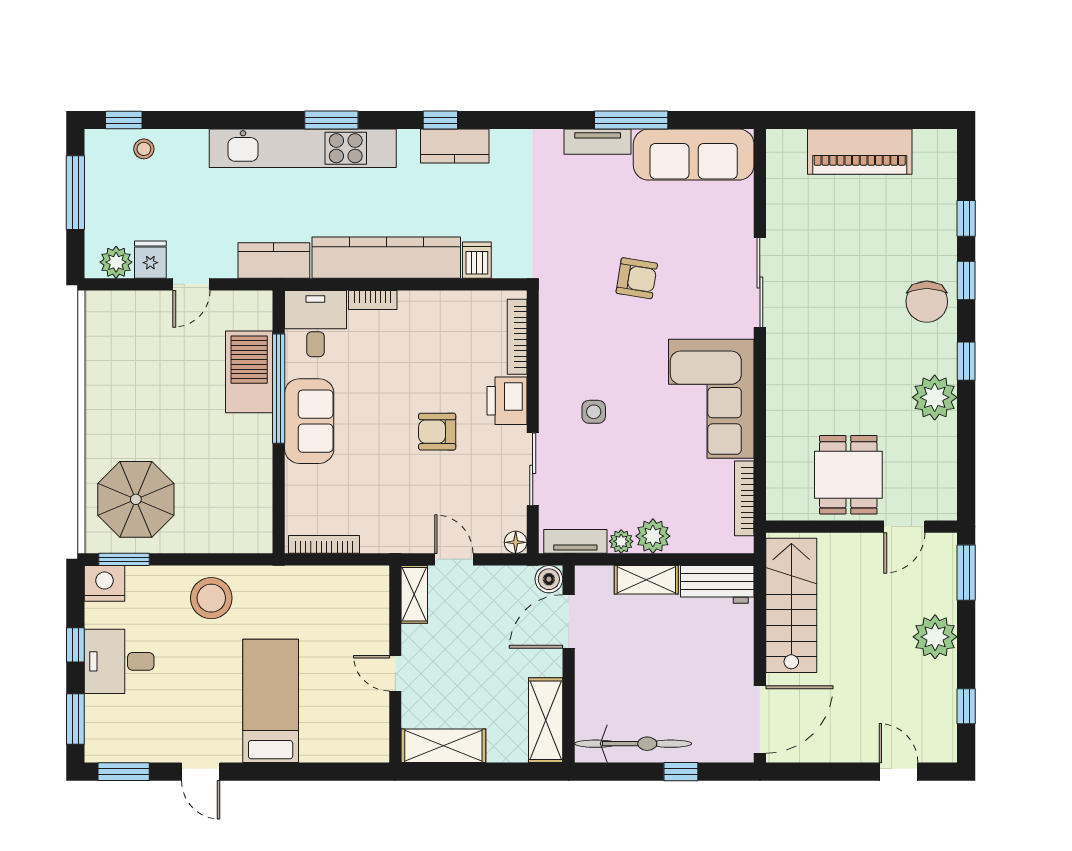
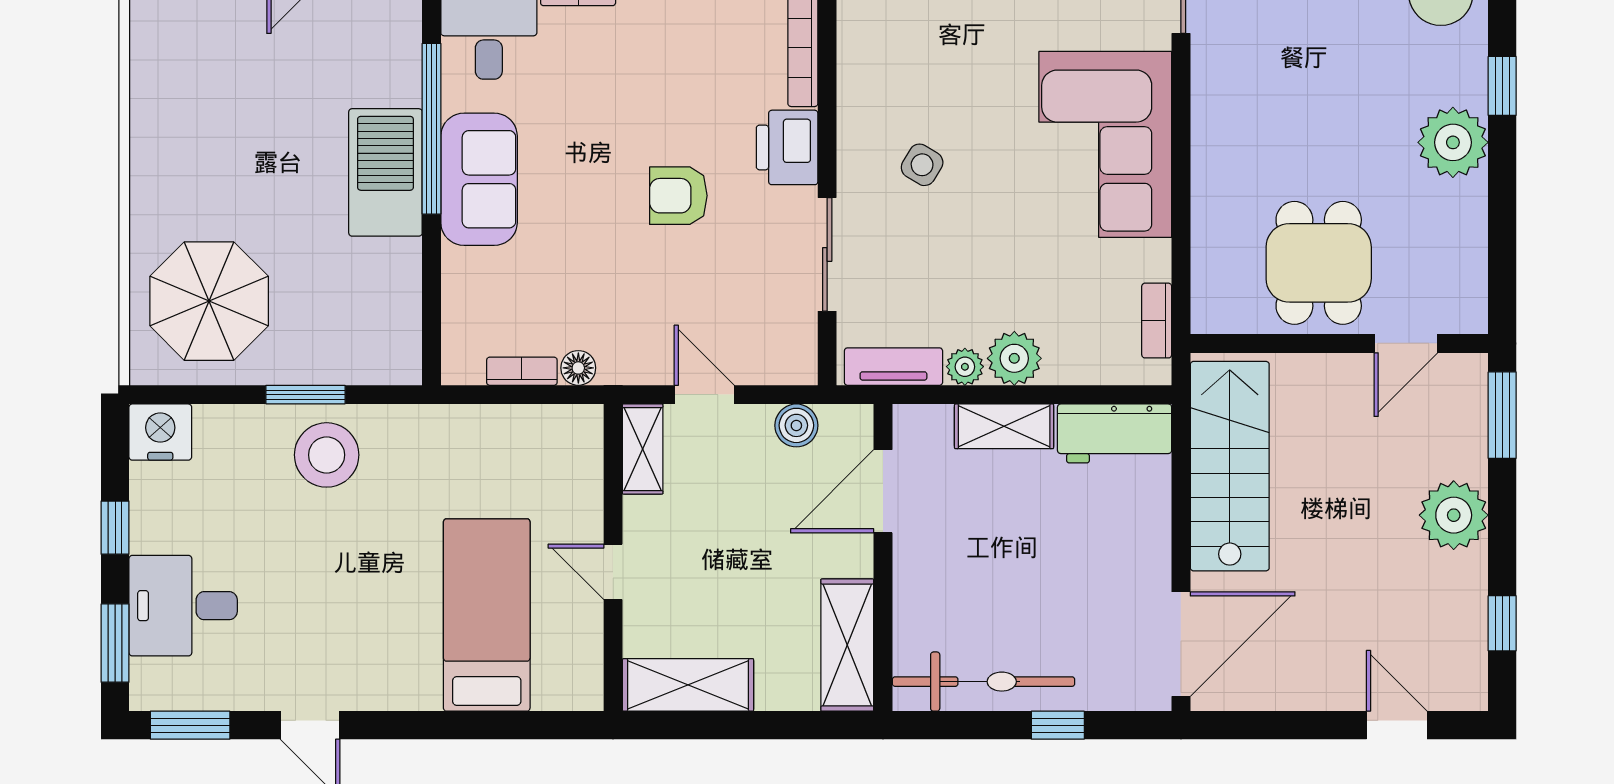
barbecue: (249, 372) -> (385, 172), moved
side table: (594, 412) -> (922, 165), turned 31
bookcase: (744, 498) -> (1157, 321), width x0.64
floor lamp: (516, 542) -> (578, 368), moved
bookcase: (324, 544) -> (522, 371), width x0.64
window: (124, 559) -> (306, 395), moved
boiler: (549, 579) -> (796, 425), moved
desk: (119, 661) -> (183, 606), moved
bed: (271, 701) -> (487, 615), moved

